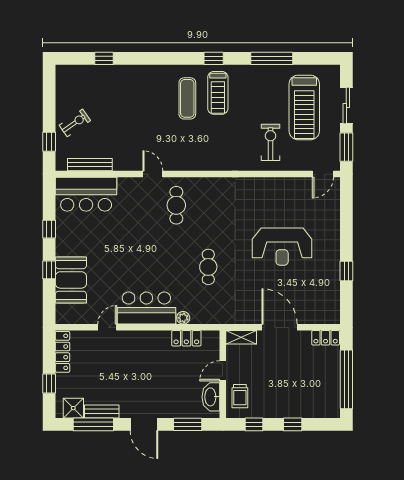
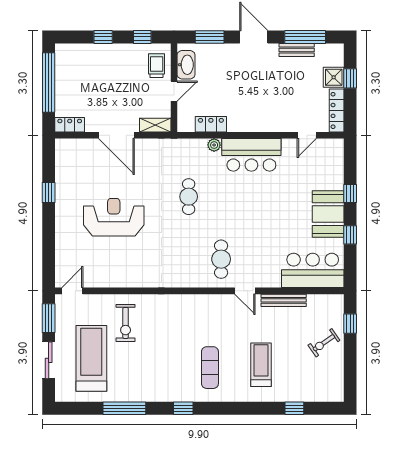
treadmill: (218, 93) -> (261, 365), moved
bench: (90, 165) -> (284, 300), moved
booth: (71, 280) -> (328, 214), moved
door: (107, 327) -> (307, 135), moved
shower: (73, 408) -> (334, 77), moved

